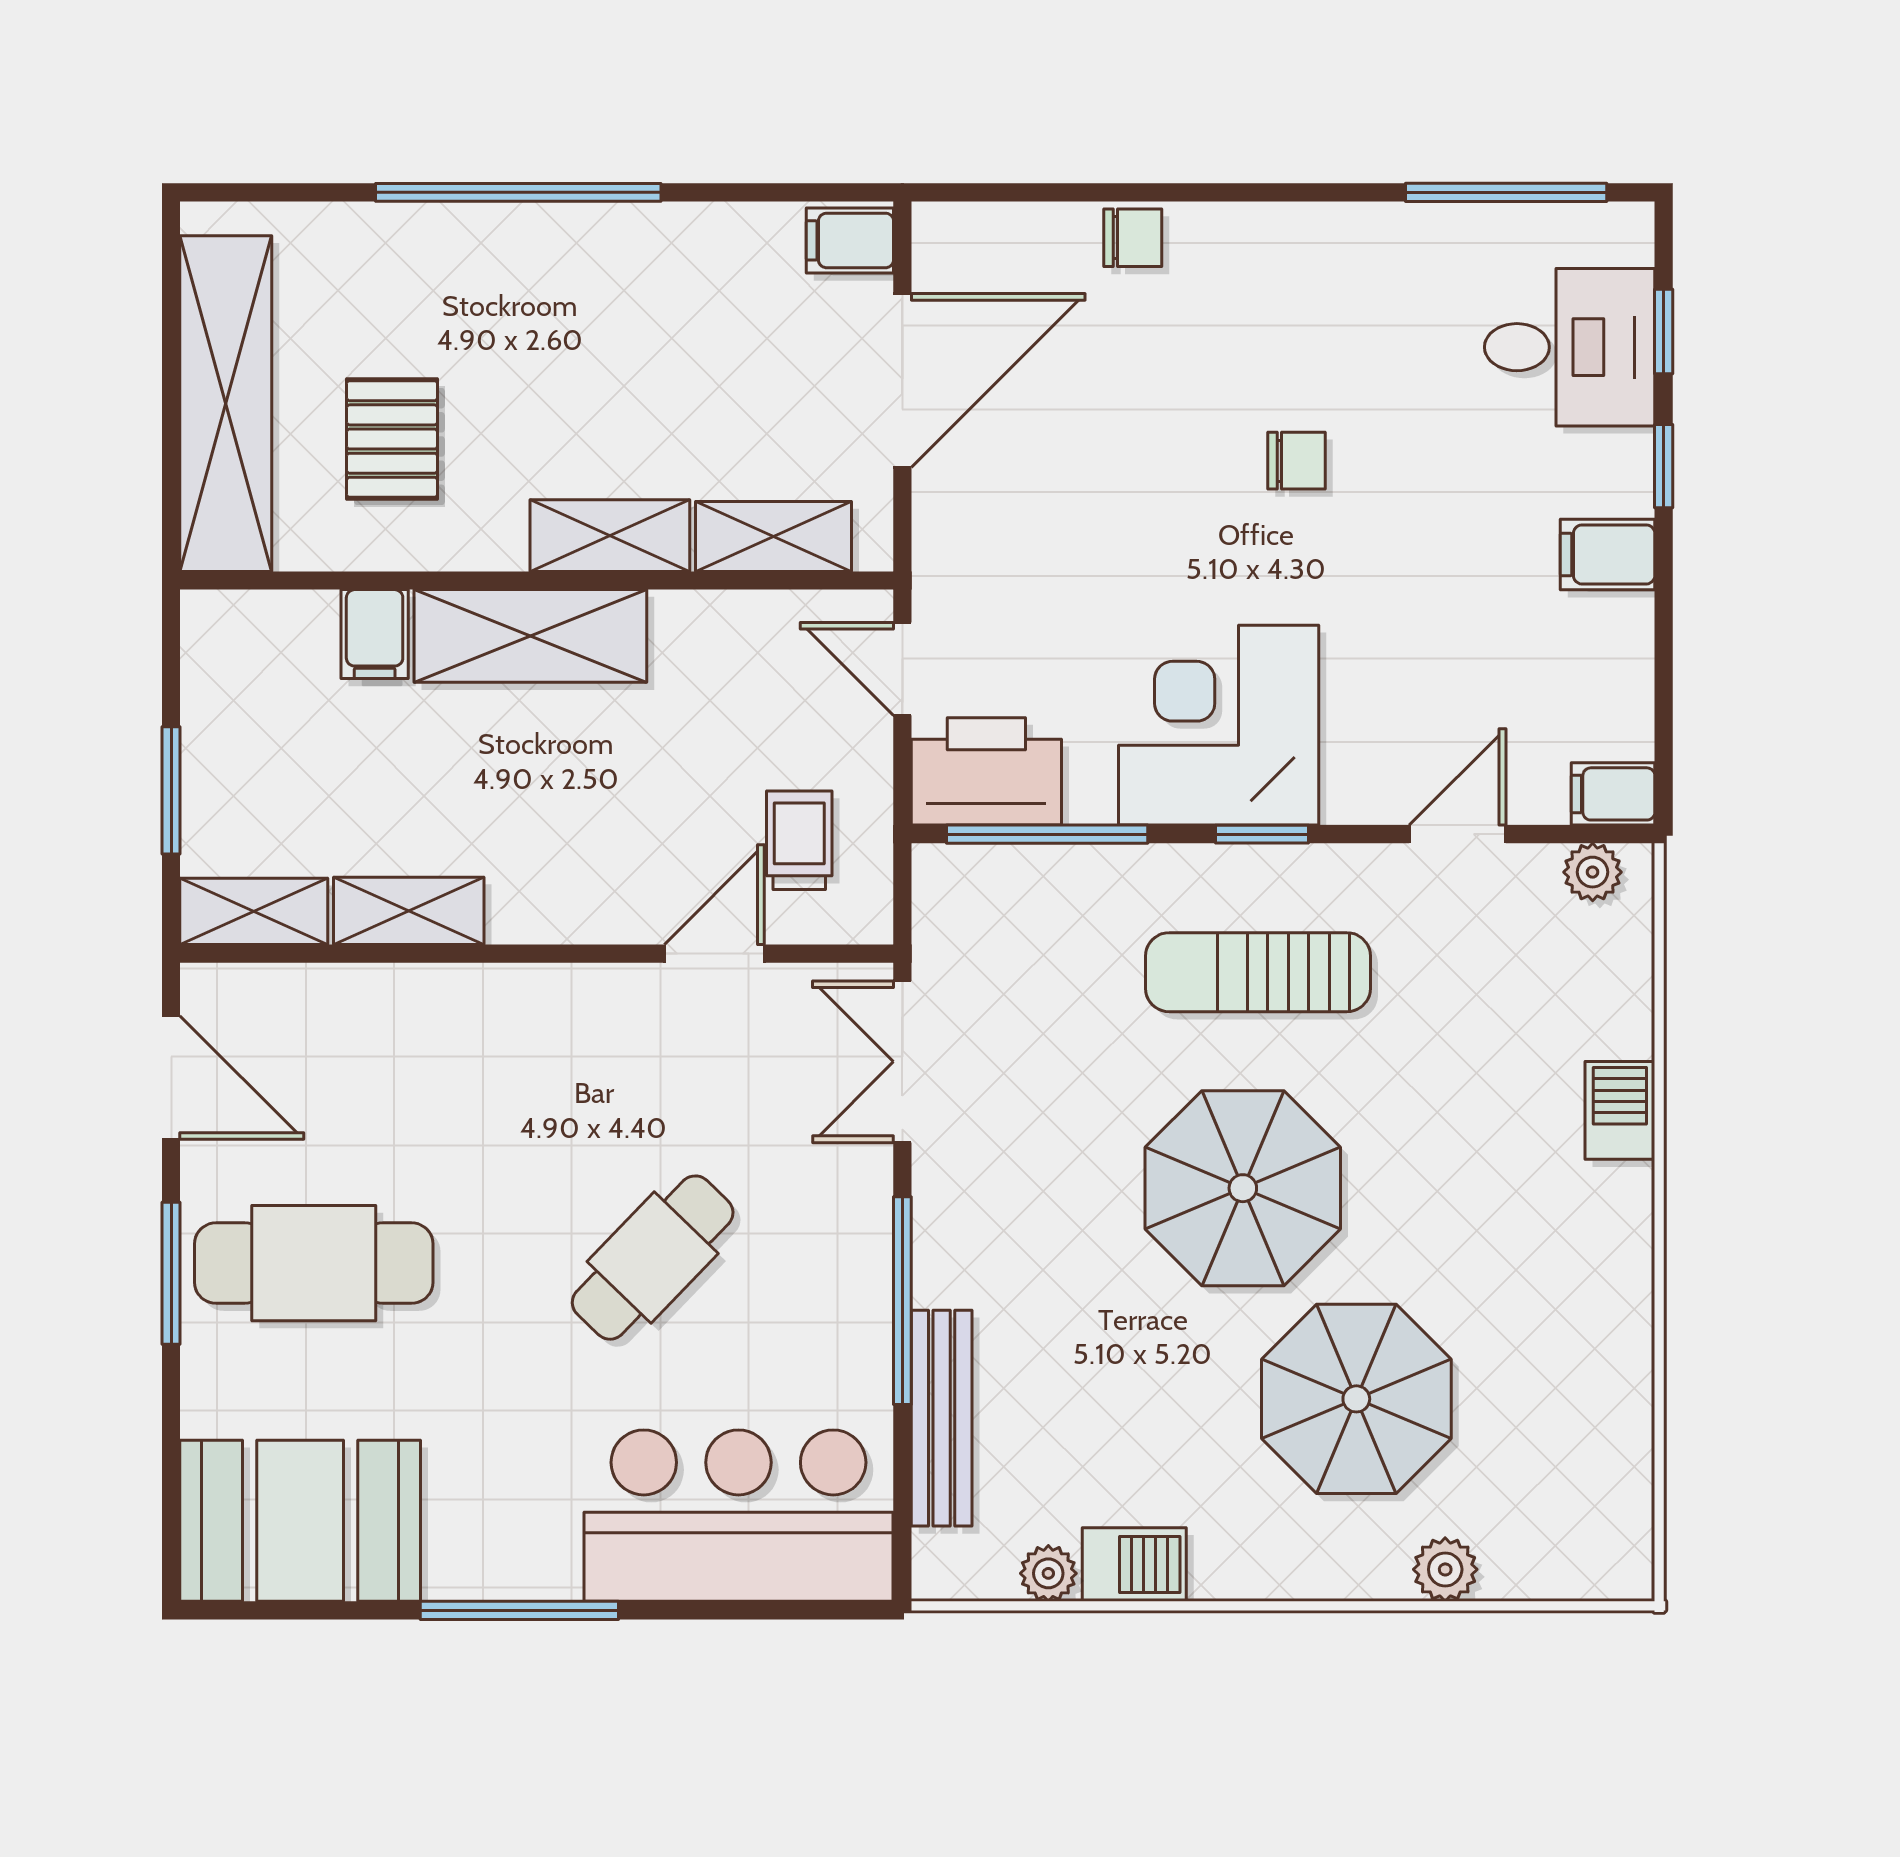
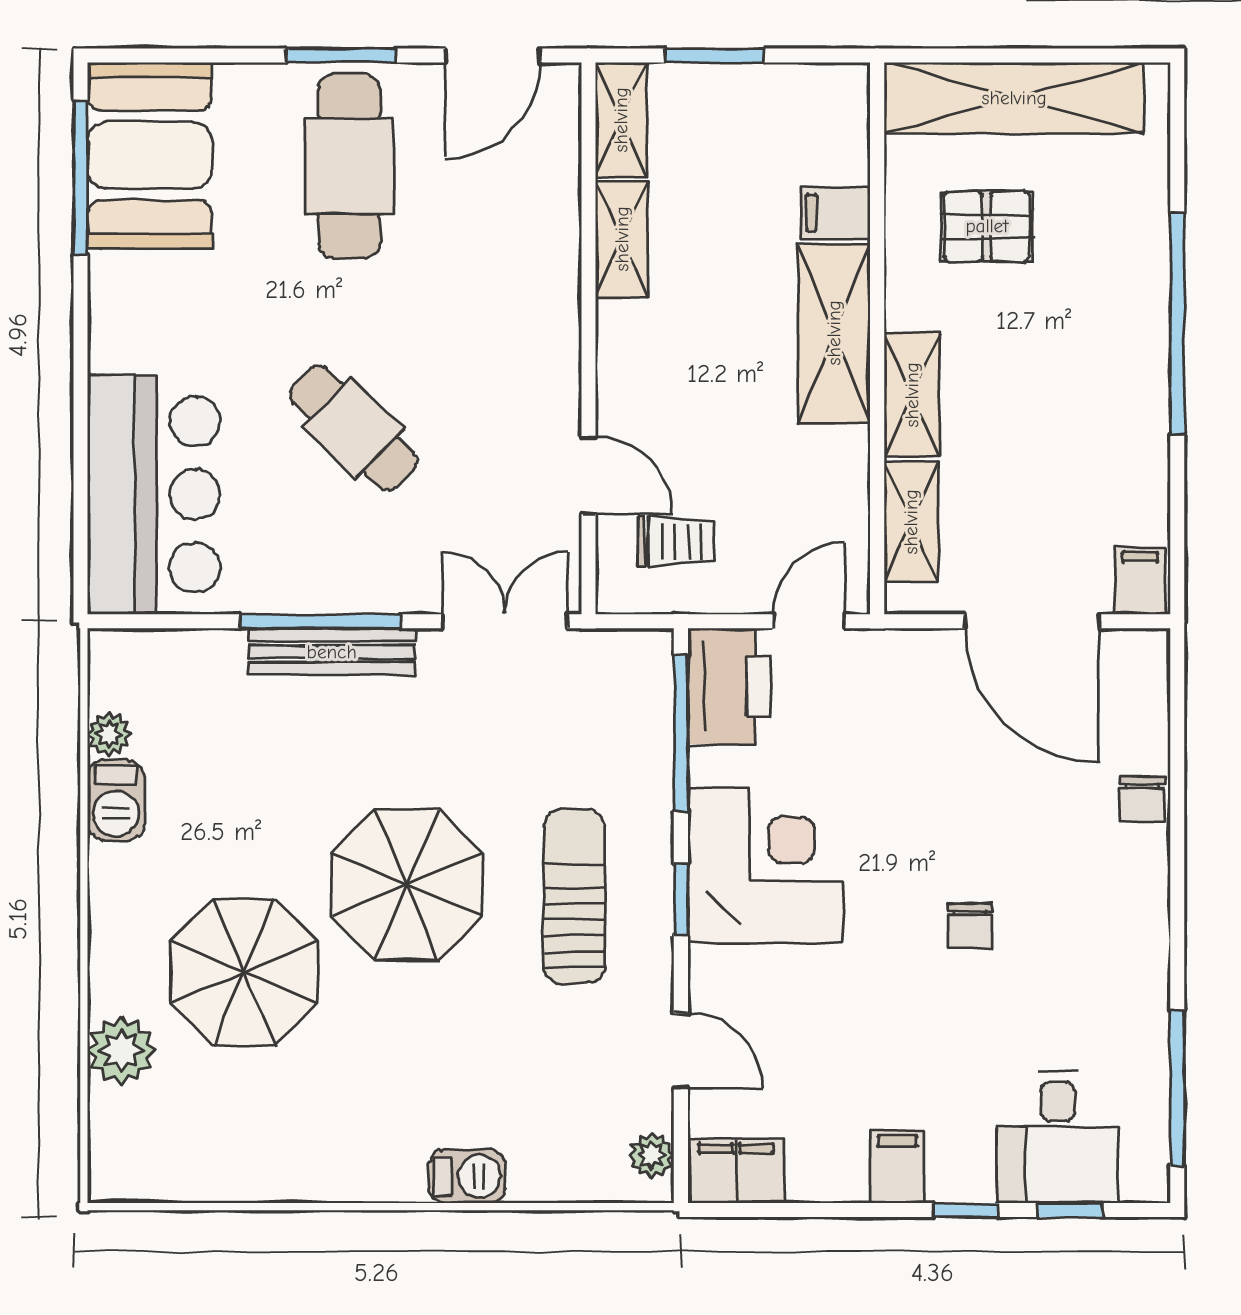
filing cabinet: (1613, 794) -> (736, 1171), width x2.00
bench: (942, 1418) -> (332, 652), moved
plant: (1445, 1569) -> (121, 1050), width x1.38, depth x1.38
window: (519, 1610) -> (80, 177), moved

